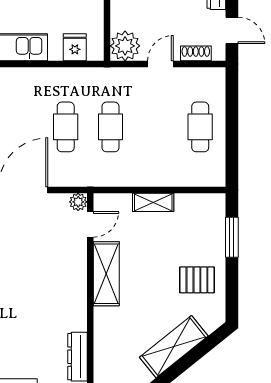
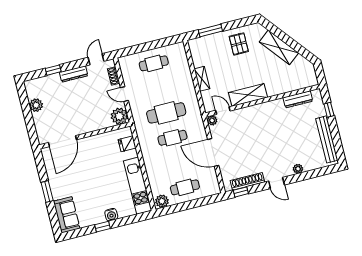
cafe table: (110, 127) -> (166, 113), width x1.37, depth x1.35

